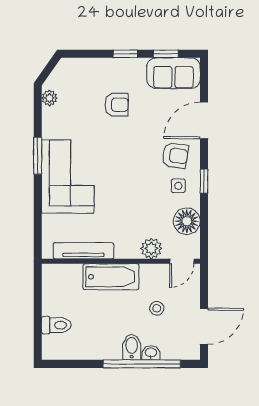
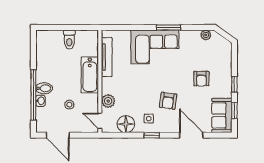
armchair: (175, 155) -> (168, 101), moved
toilet: (56, 325) -> (69, 40), moved

